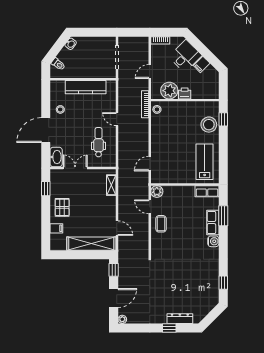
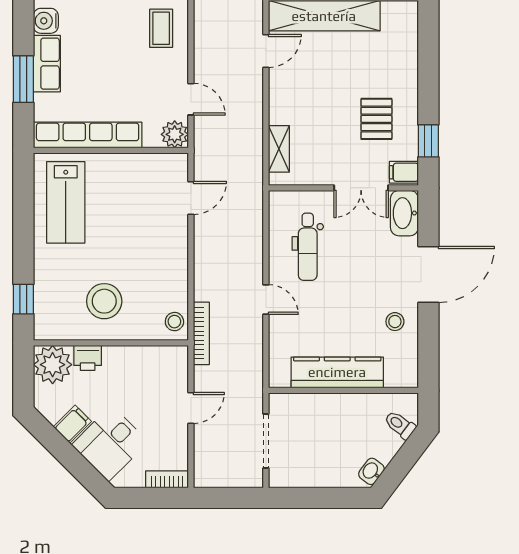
plant: (169, 91) -> (53, 365), moved
printer: (185, 94) -> (88, 358), moved
stool: (209, 125) -> (104, 301), moved
row of seats: (207, 191) -> (88, 135), width x2.02
pallet: (62, 207) -> (376, 119), moved
coffee table: (161, 224) -> (161, 28), moved
filing cabinet: (56, 228) -> (404, 172), moved
door: (117, 228) -> (266, 51), swing flipped

